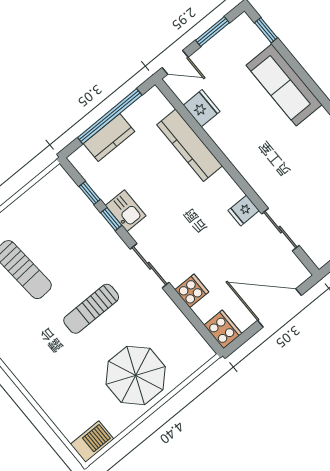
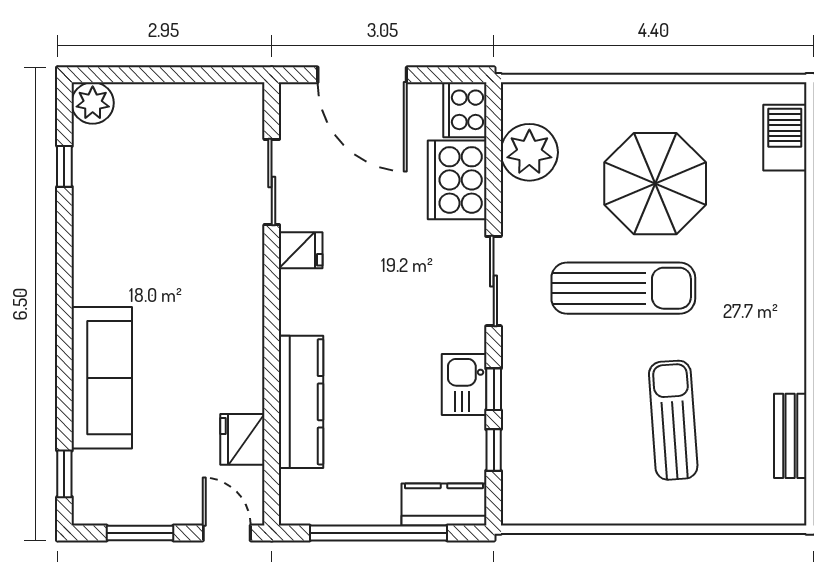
kitchen counter: (109, 137) -> (444, 505), moved
cooker: (192, 291) -> (457, 180), width x1.87, depth x1.31
sun lounger: (91, 309) -> (623, 288), width x1.36, depth x1.34
plant: (180, 334) -> (529, 152), added
parasol: (136, 375) -> (655, 184), moved
barbecue: (92, 442) -> (785, 138), moved, turned 90

